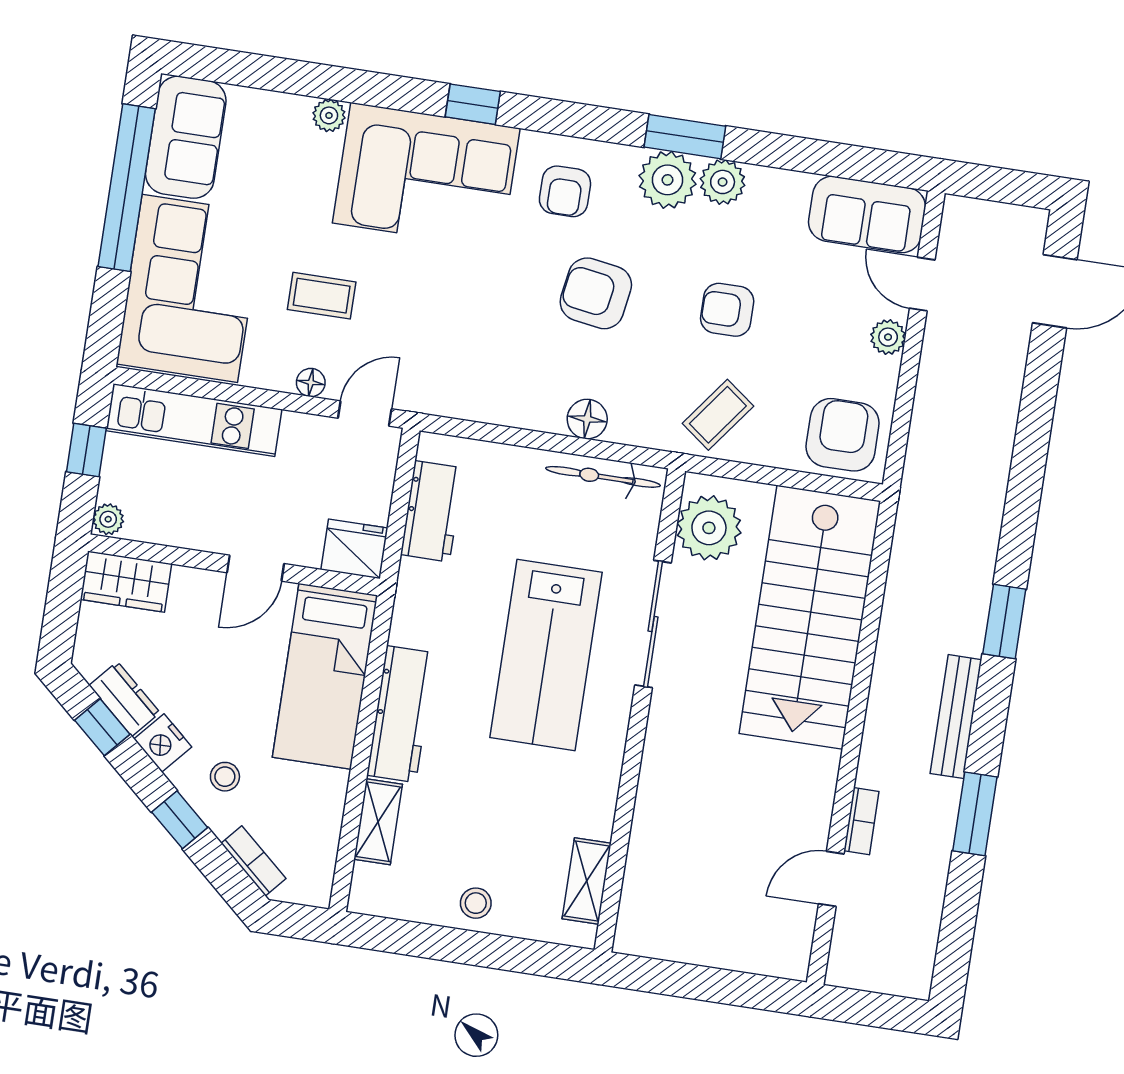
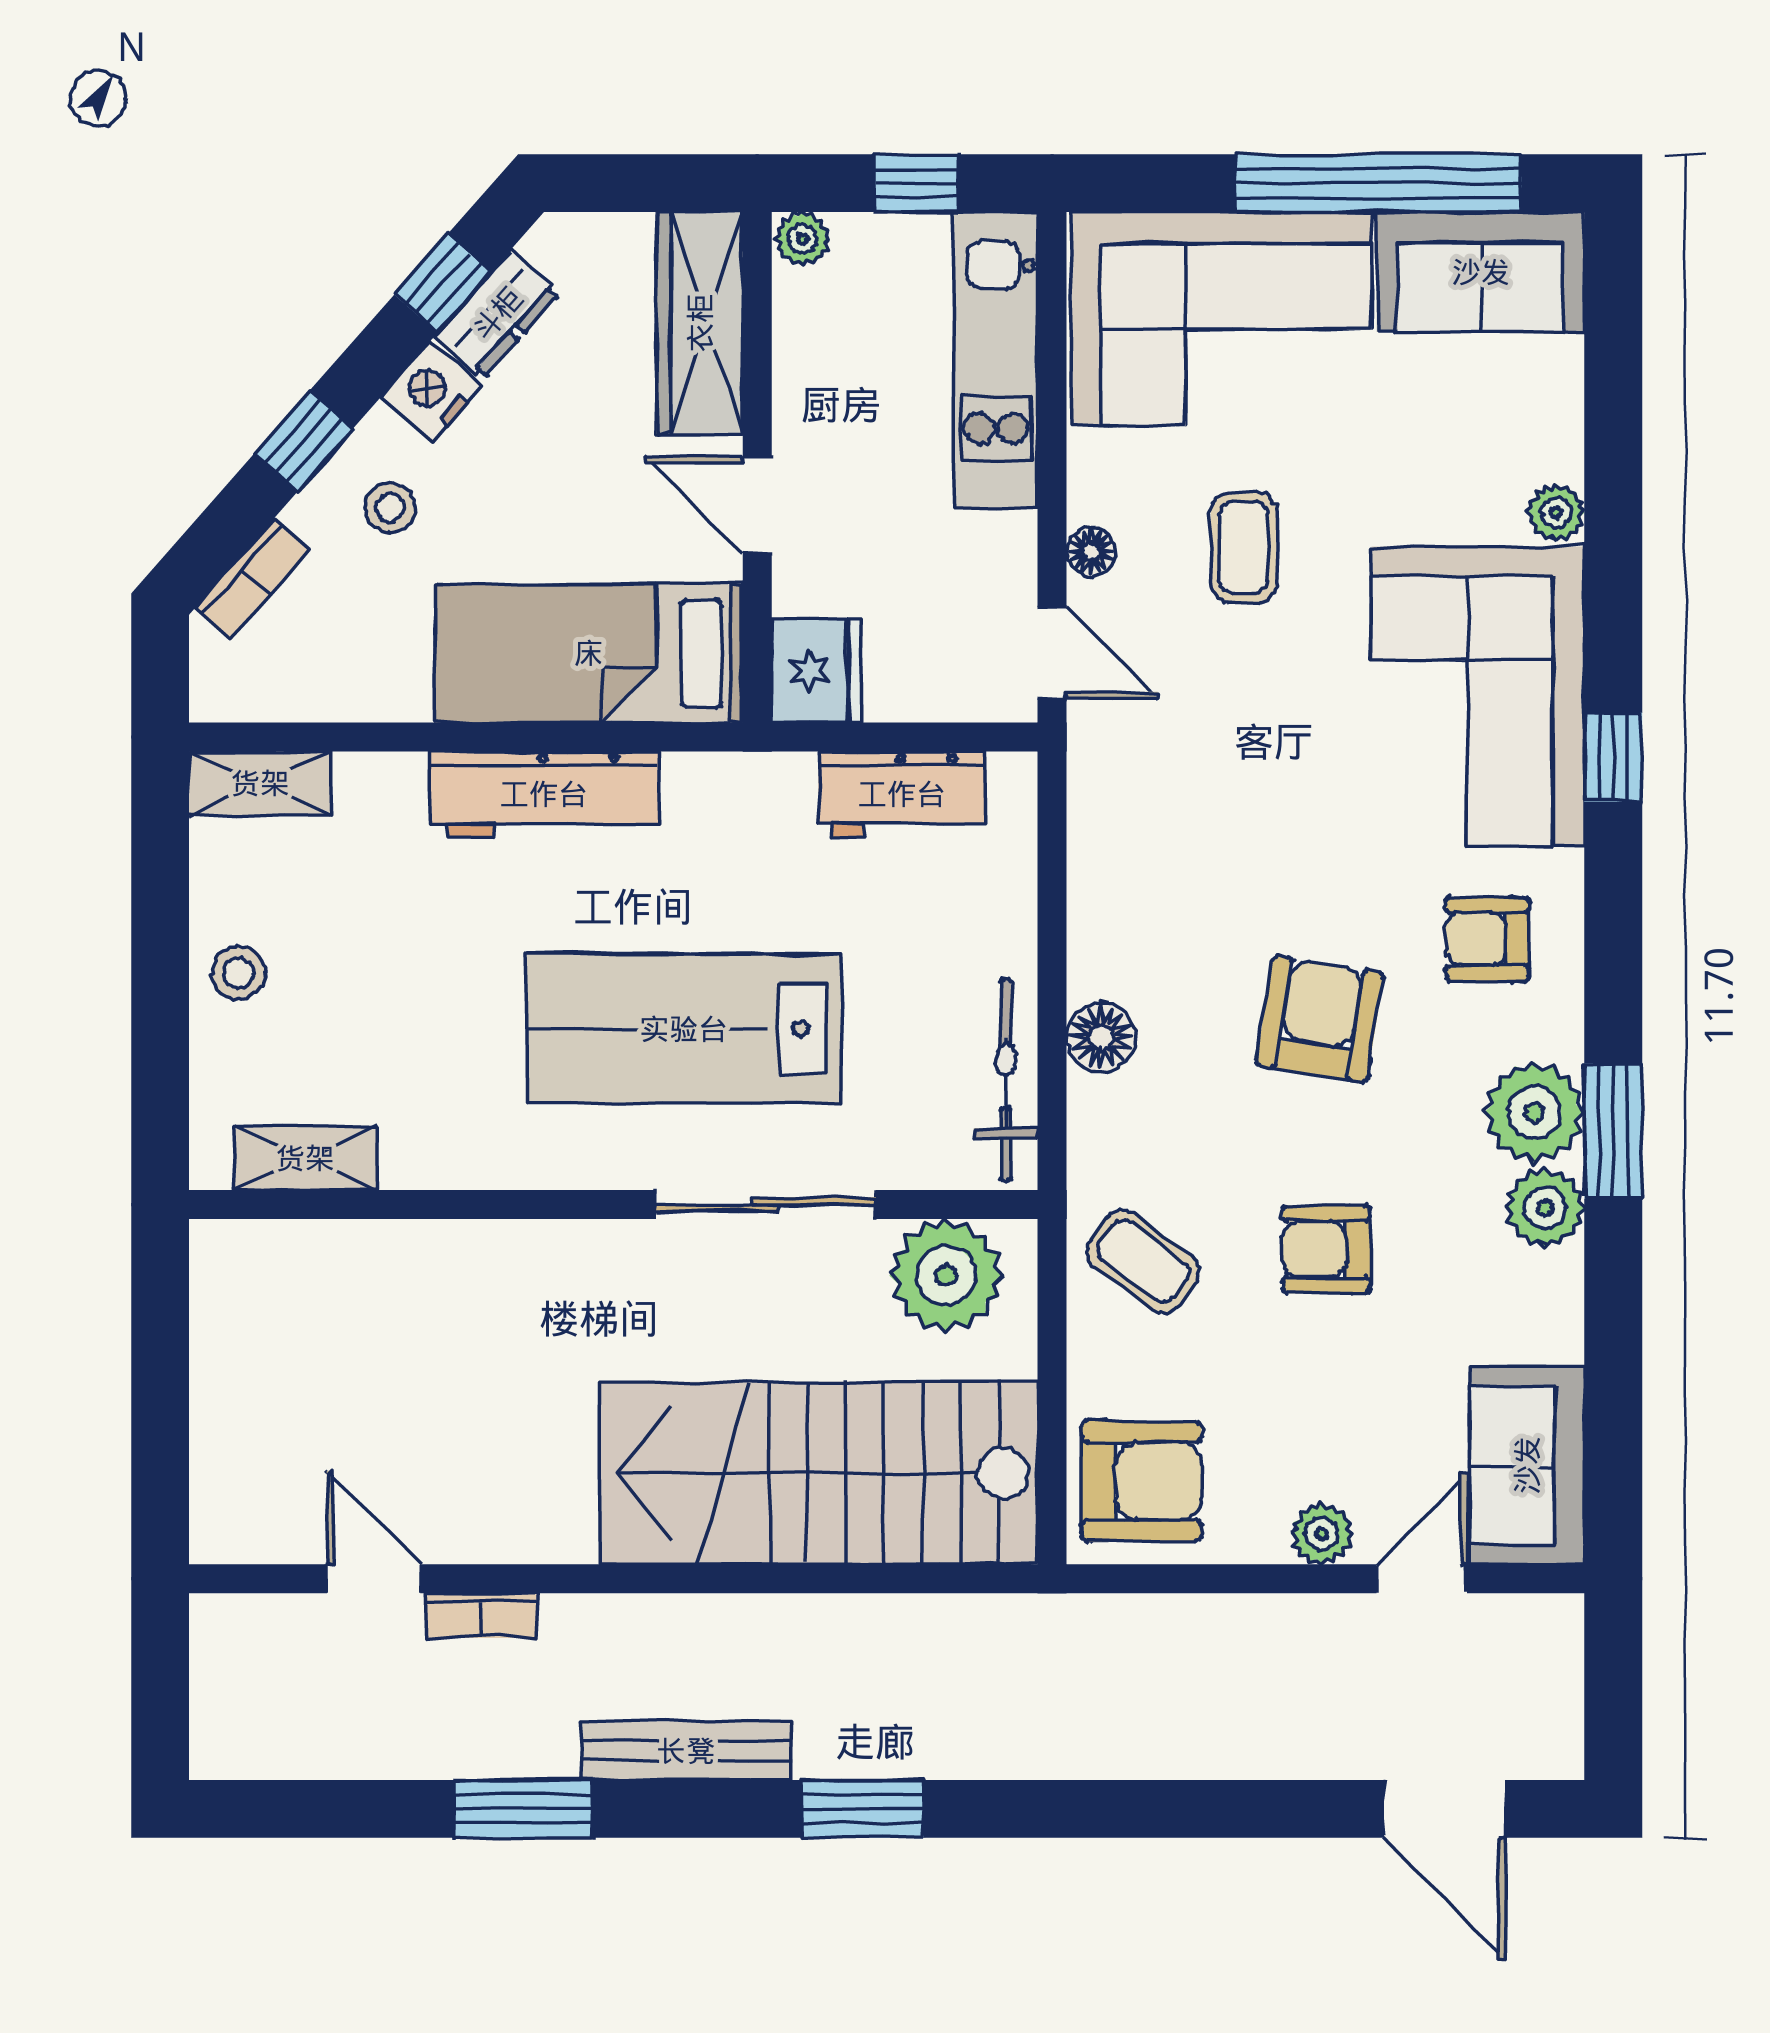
armchair: (727, 310) -> (1326, 1249), turned -90
wardrobe: (126, 582) -> (700, 323), width x1.50
shelving: (378, 822) -> (260, 783), moved

